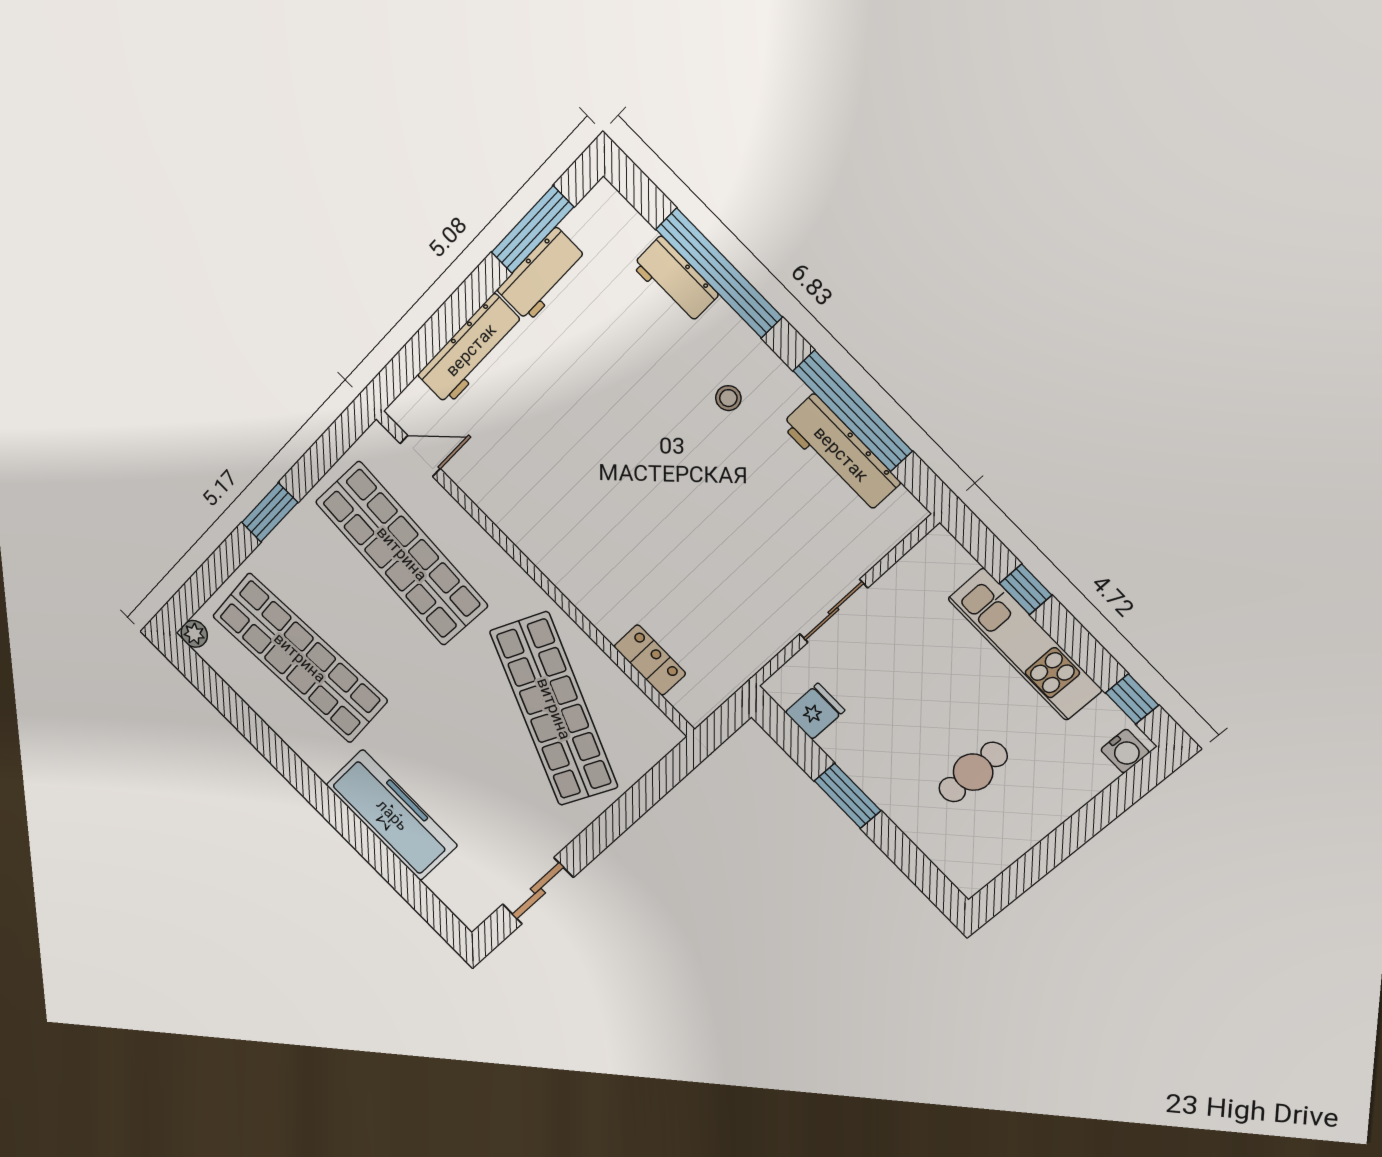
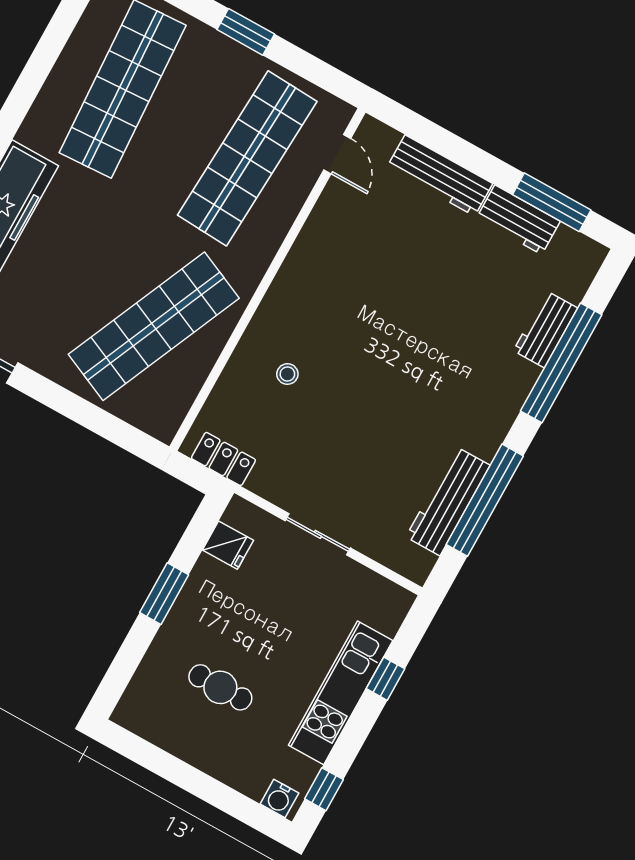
stool: (728, 398) -> (287, 374), moved
locker: (650, 660) -> (223, 459), moved, turned -90

